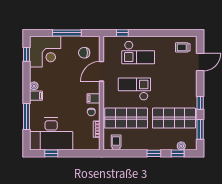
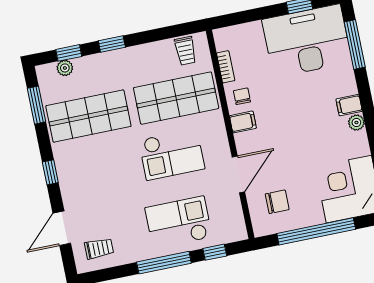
window: (67, 33) -> (316, 231), width x1.46
window: (150, 33) -> (164, 263), added
window: (200, 103) -> (50, 172), moved
window: (26, 117) -> (355, 44), moved

